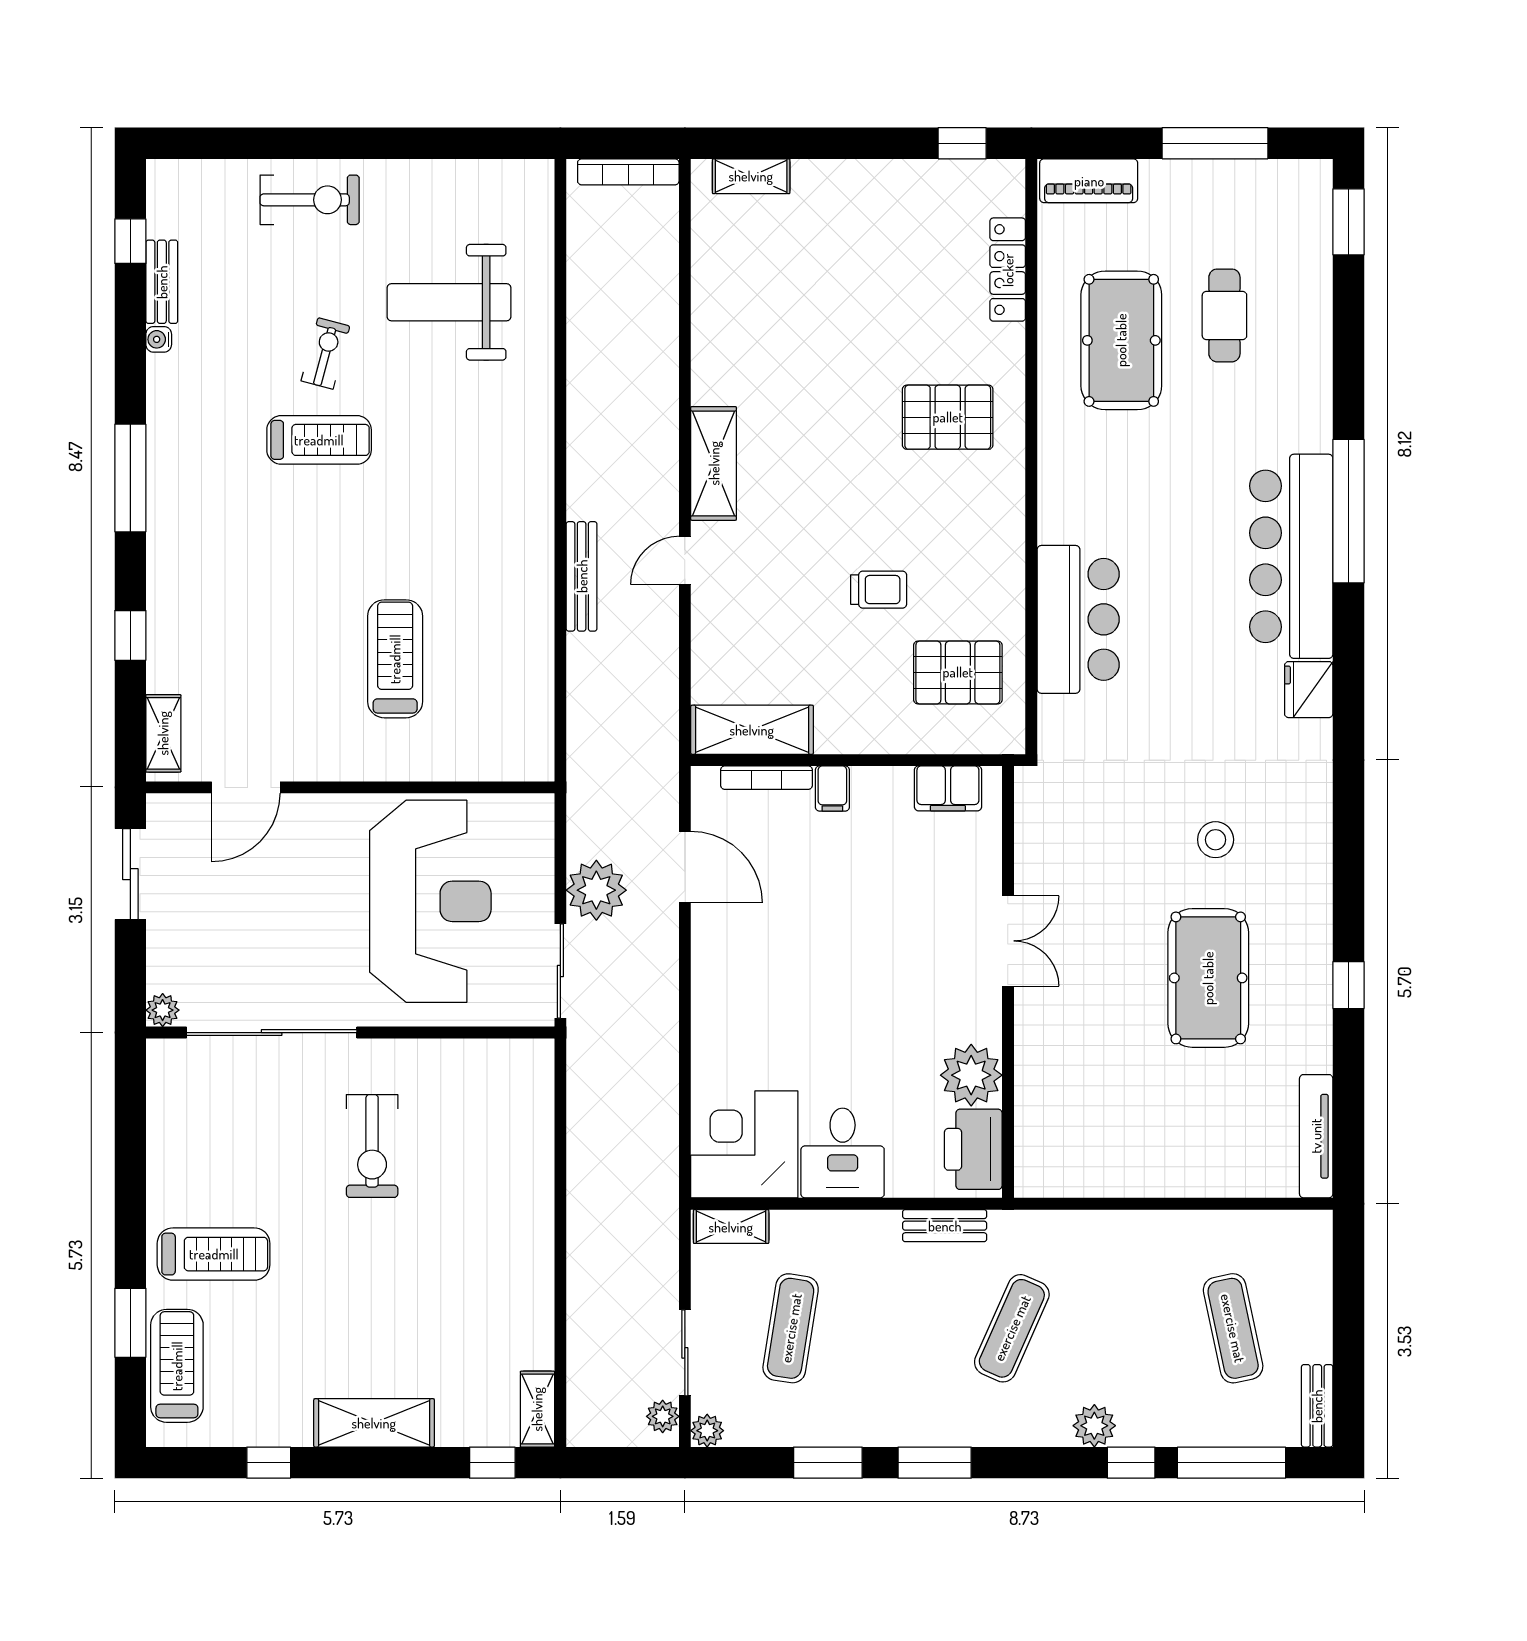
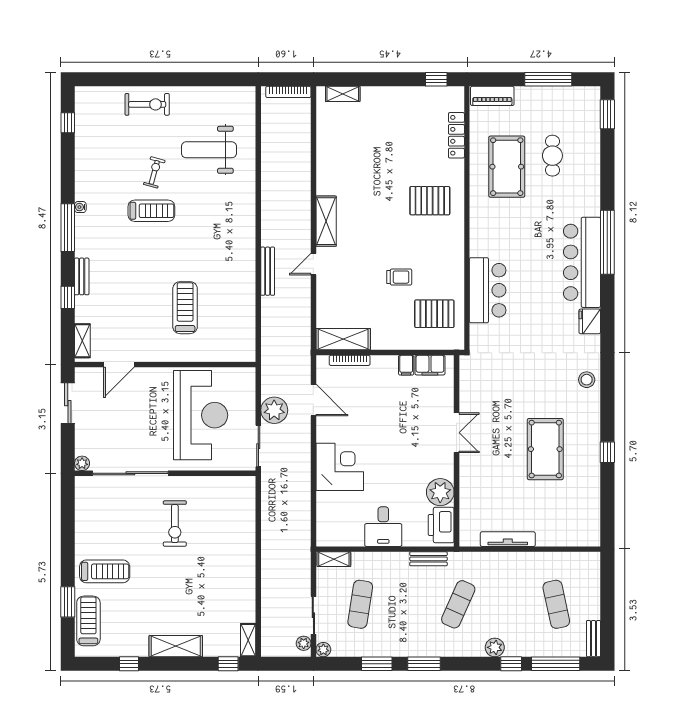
bench: (162, 282) -> (82, 276), moved
water cooler: (159, 339) -> (80, 207), moved
filing cabinet: (832, 789) -> (406, 365), moved
stool: (1216, 840) -> (587, 380), moved
tv unit: (1316, 1136) -> (508, 539), moved, turned 90
corner desk: (744, 1144) -> (340, 467), moved, turned 90

